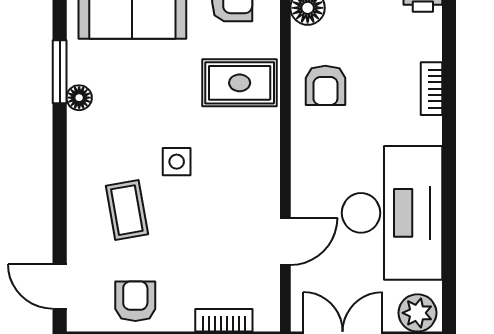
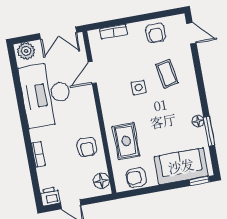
rug: (240, 83) -> (126, 141), turned 90
armchair: (325, 85) -> (87, 147), turned 180
side table: (177, 162) -> (139, 87), moved

